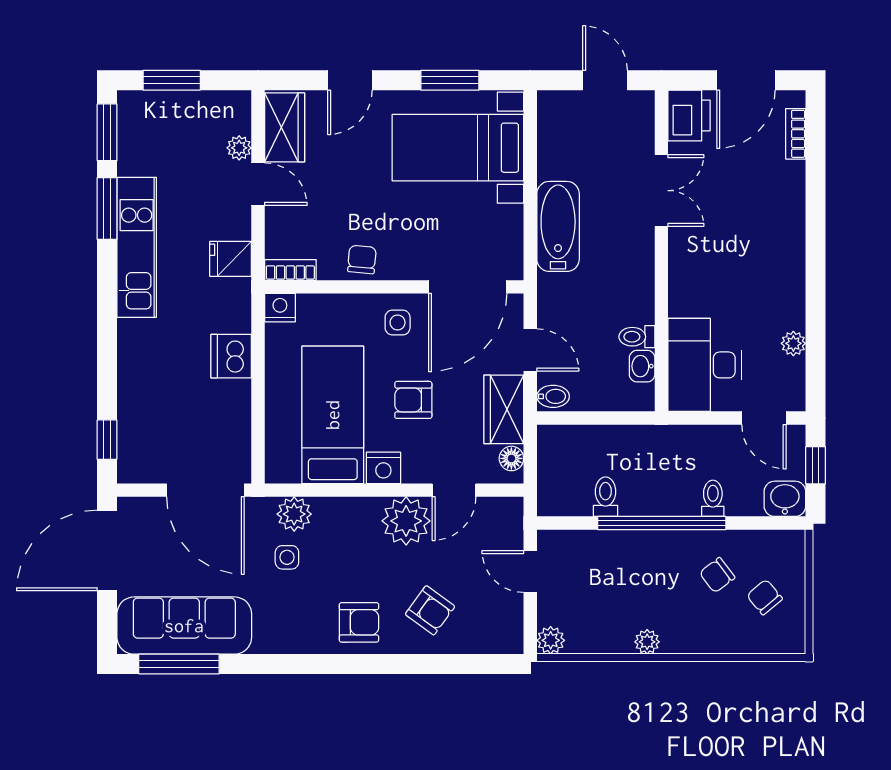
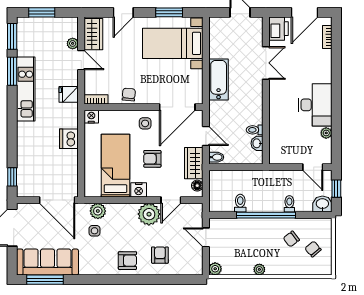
desk: (705, 365) -> (315, 105), moved, turned 180
armchair: (430, 610) -> (160, 255), turned -126

